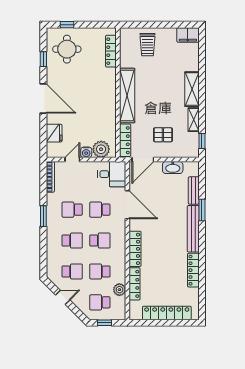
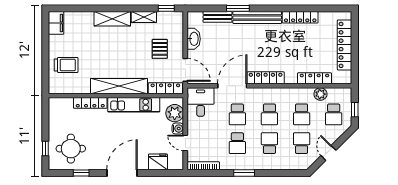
locker: (111, 51) -> (90, 103), moved
kitchen unit: (109, 110) -> (134, 105), added
school desk: (100, 241) -> (269, 114), turned 180
locker: (135, 249) -> (266, 78), moved

